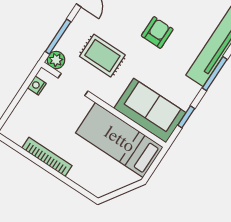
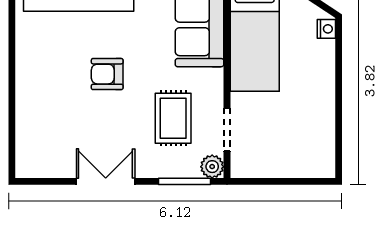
nightstand: (37, 86) -> (326, 29), moved, turned -90
bookcase: (47, 157) -> (327, 106), removed

